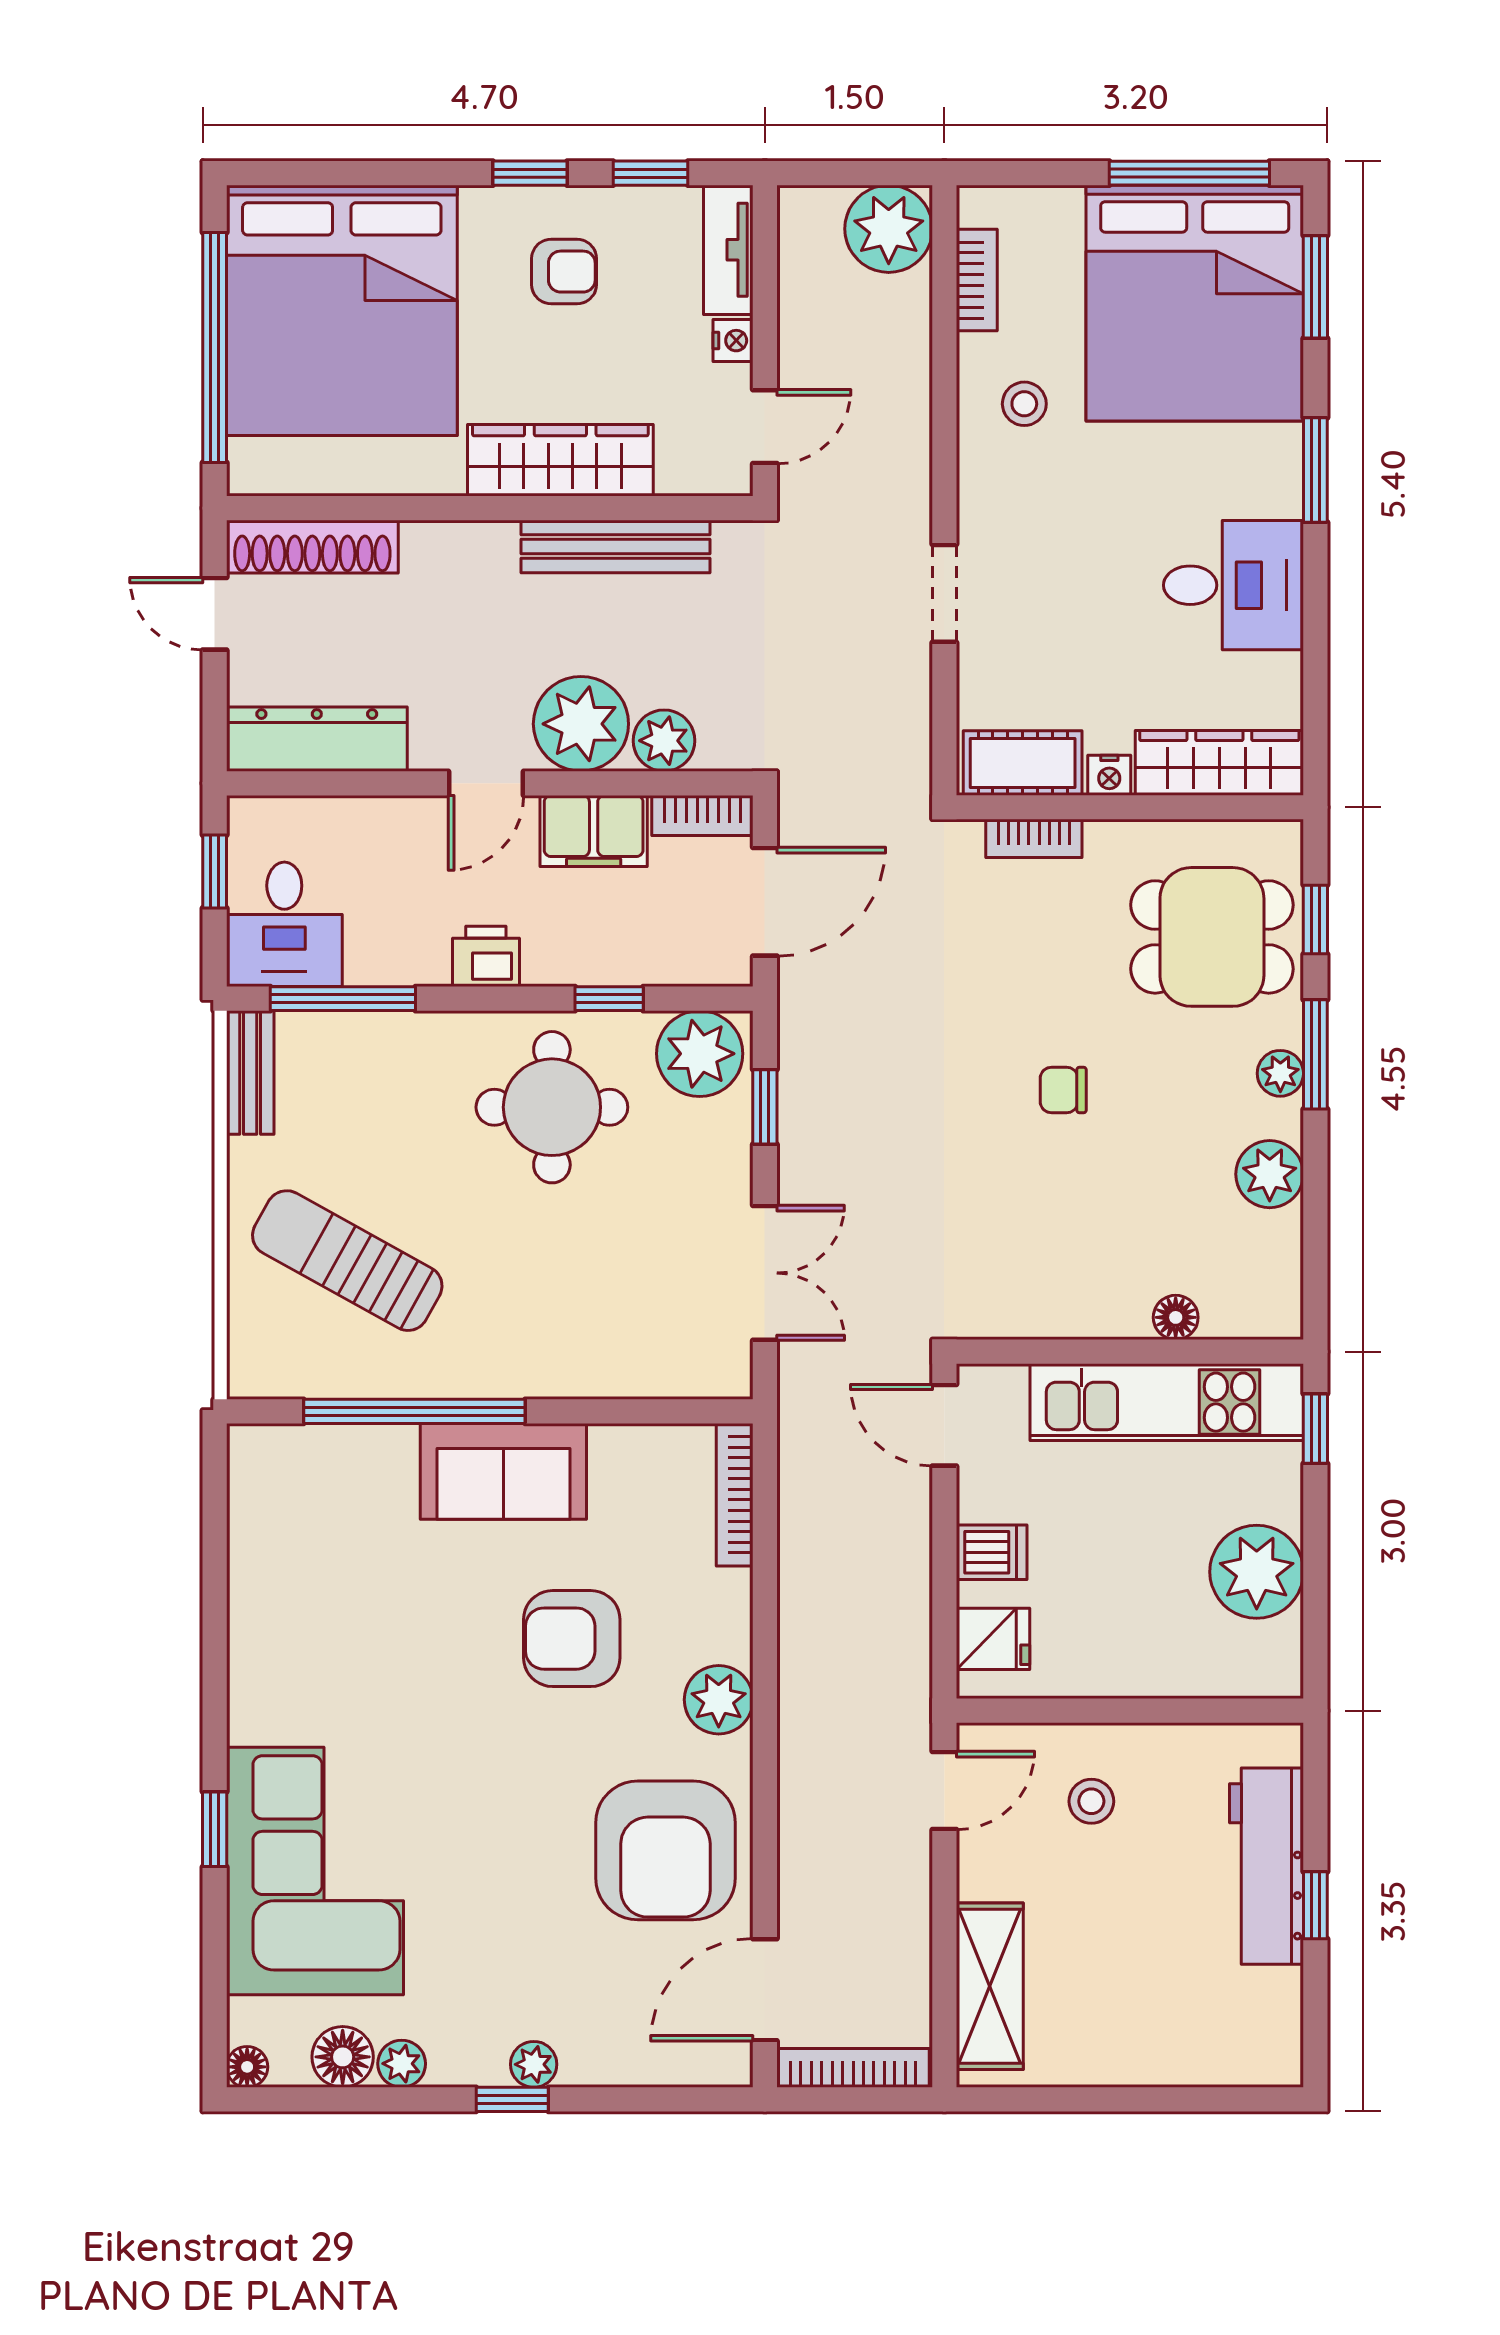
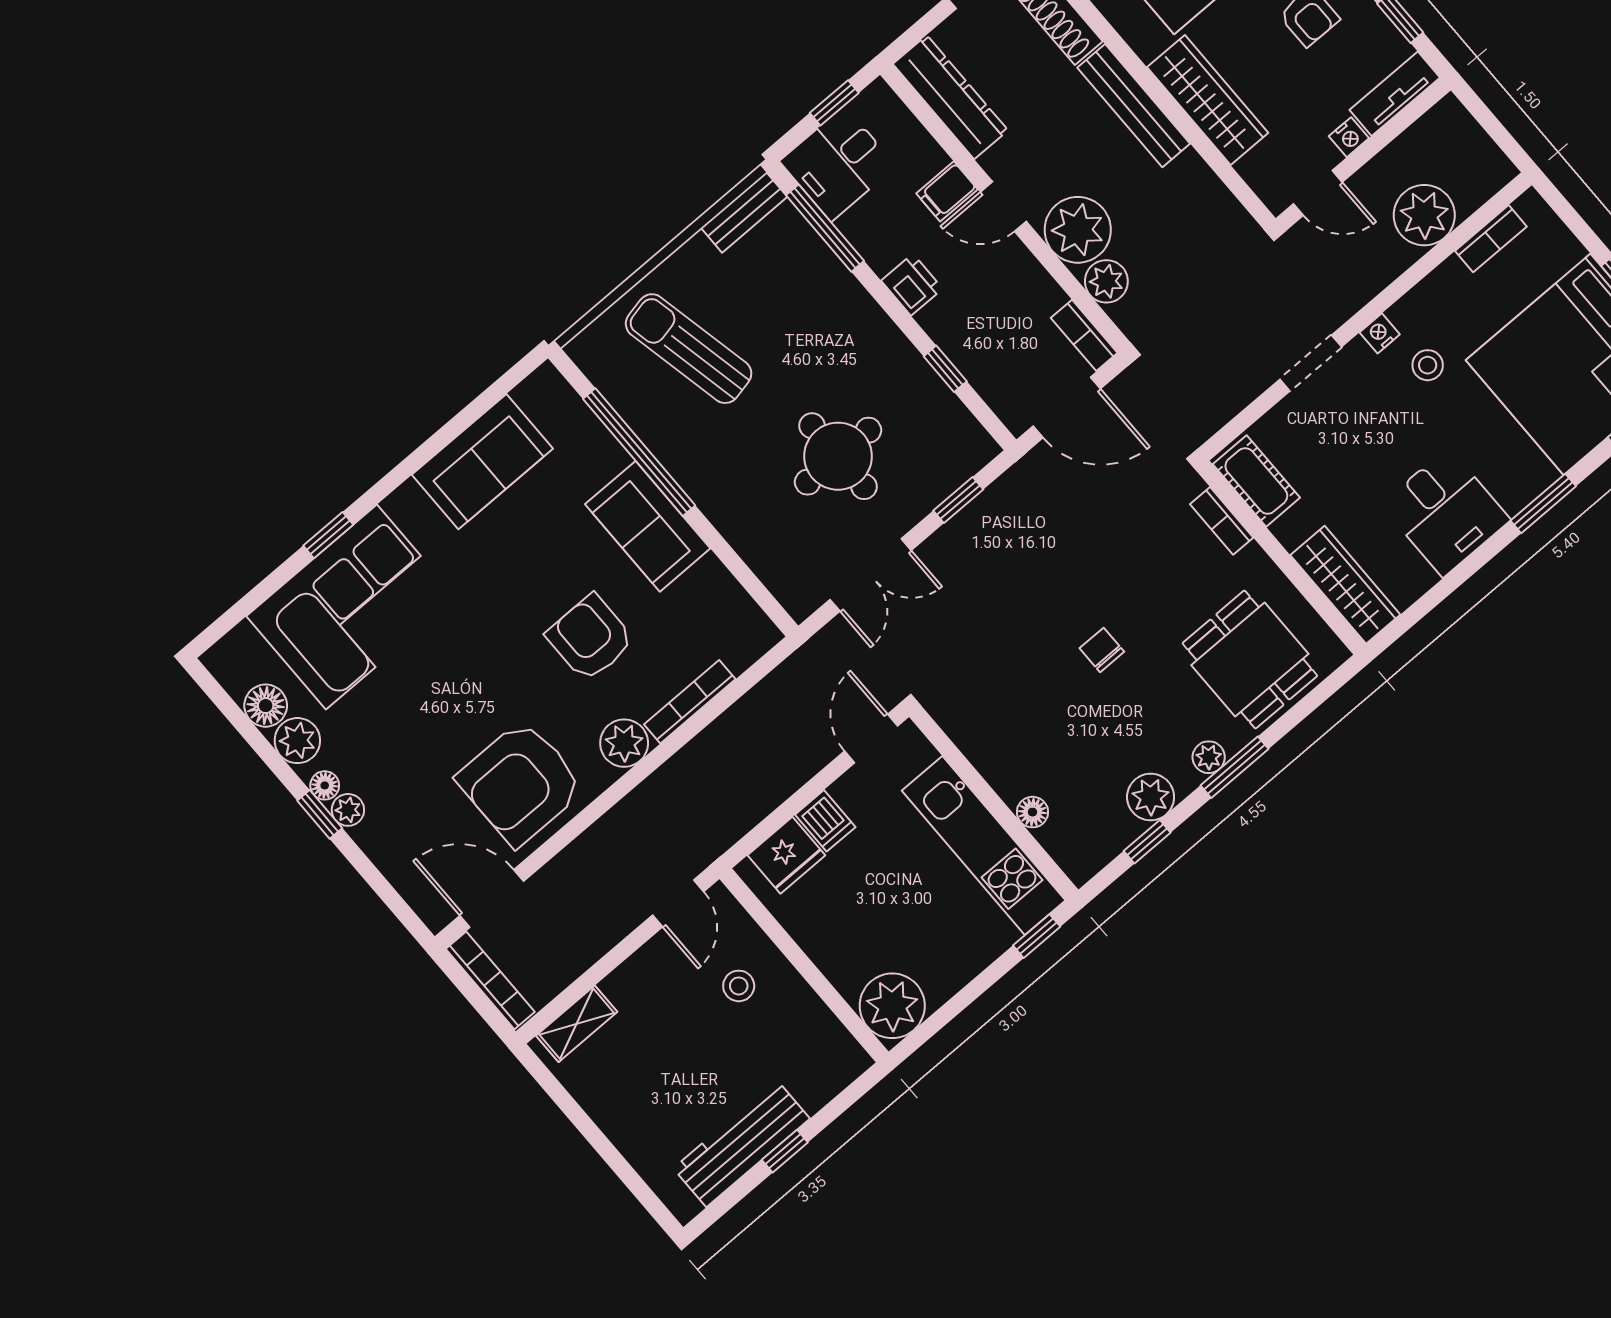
plant: (889, 229) -> (1424, 215), moved
stool: (1024, 404) -> (1428, 365), moved
bench: (615, 546) -> (1134, 106), moved
nightstand: (1109, 775) -> (1380, 333), moved, turned 90
filing cabinet: (594, 831) -> (947, 191), moved, width x0.50
window: (1315, 919) -> (1147, 842), moved
plant: (700, 1054) -> (957, 441), removed
round table: (552, 1107) -> (838, 456), moved
sun lounger: (347, 1261) -> (689, 349), turned -41
bookcase: (735, 1495) -> (690, 702), moved
plant: (1257, 1572) -> (892, 1006), moved
sofa: (278, 1592) -> (482, 462), added
fridge: (993, 1639) -> (786, 855), width x1.38
door: (944, 1790) -> (678, 903), hinge flipped
workbench: (1266, 1866) -> (742, 1143), moved
shelving: (990, 1986) -> (577, 1024), width x0.67, depth x0.75
plant: (402, 2064) -> (297, 741), width x1.38, depth x1.38
floor lamp: (247, 2067) -> (325, 785), moved

